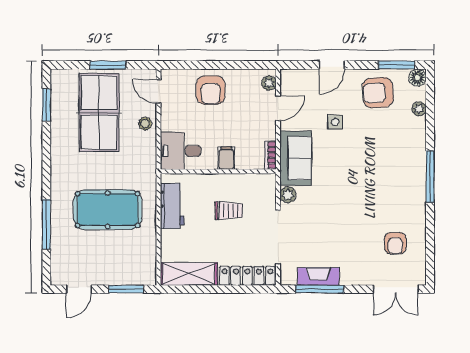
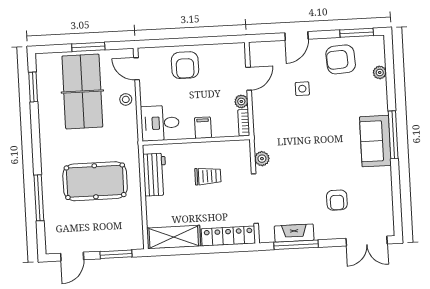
floor lamp: (418, 77) -> (377, 43), removed
plant: (269, 83) -> (241, 101), moved
sofa: (296, 158) -> (375, 141), moved, turned 180
armchair: (395, 243) -> (337, 200), moved

